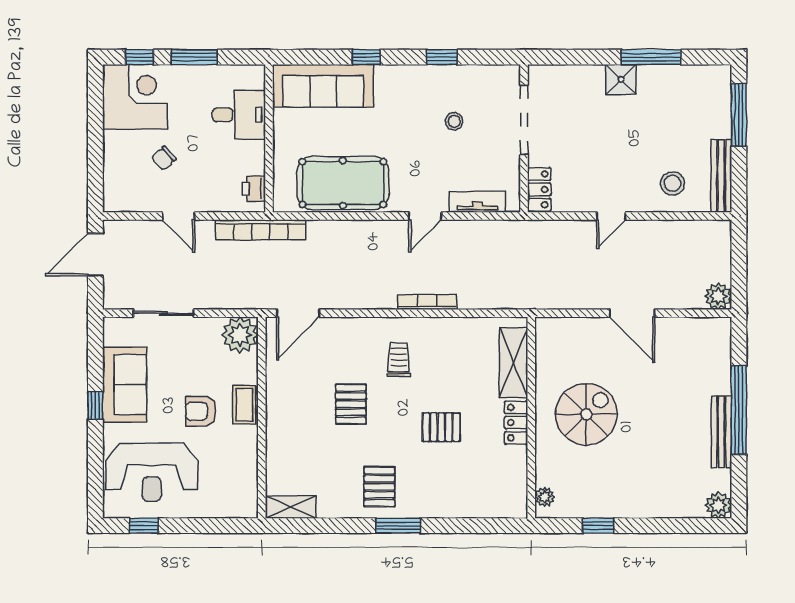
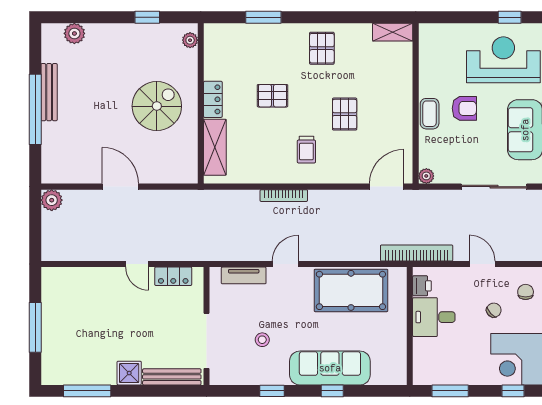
window: (194, 57) -> (450, 391), moved
window: (651, 57) -> (87, 391), moved
sofa: (323, 86) -> (330, 368), moved
desk: (239, 115) -> (434, 317), moved
window: (739, 115) -> (35, 327), moved
bench: (721, 176) -> (172, 377), moved, turned 90
chair: (124, 181) -> (526, 292), added
stool: (673, 183) -> (88, 290), removed
locker: (539, 189) -> (173, 276), moved, turned -90
door: (611, 216) -> (137, 264), swing flipped
sliding door: (163, 313) -> (494, 187), width x1.37
plant: (240, 335) -> (426, 176), width x0.53, depth x0.53
spiral stairs: (586, 414) -> (157, 106), turned 180
plant: (718, 505) -> (74, 33), moved
window: (398, 526) -> (263, 17), moved

